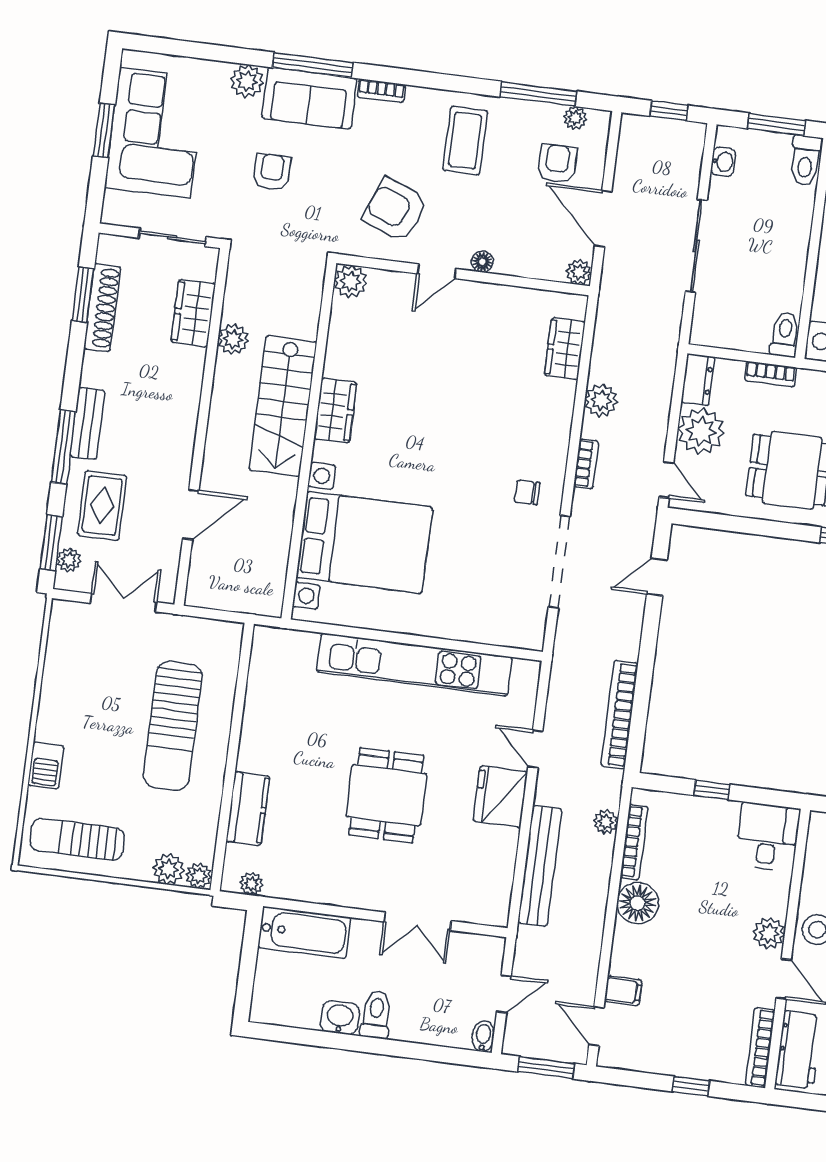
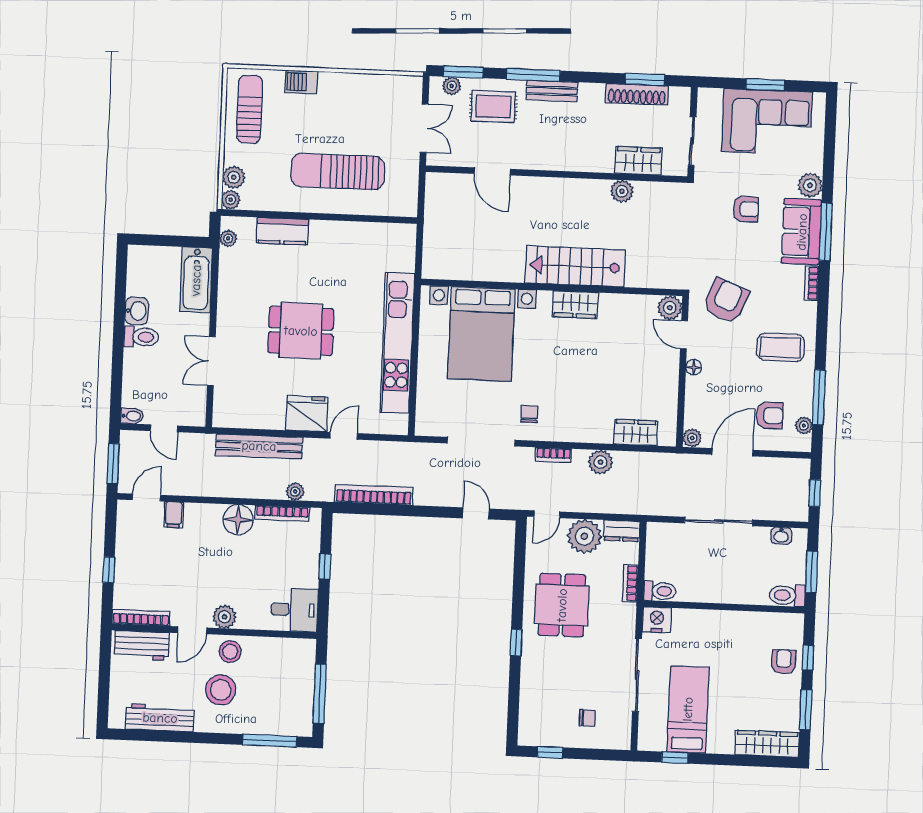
plant: (351, 281) -> (670, 308), moved
stairs: (283, 406) -> (575, 266), moved
wardrobe: (335, 411) -> (575, 305), moved
wall: (309, 441) -> (552, 287), moved
bed with nightstands: (364, 542) -> (481, 334), moved

